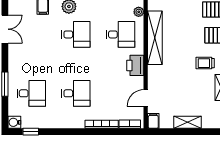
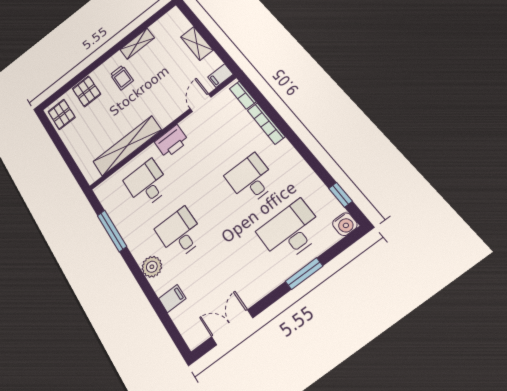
plant: (139, 12) -> (109, 184), removed
desk: (31, 93) -> (291, 231), width x1.37
door: (146, 98) -> (201, 103), swing flipped

